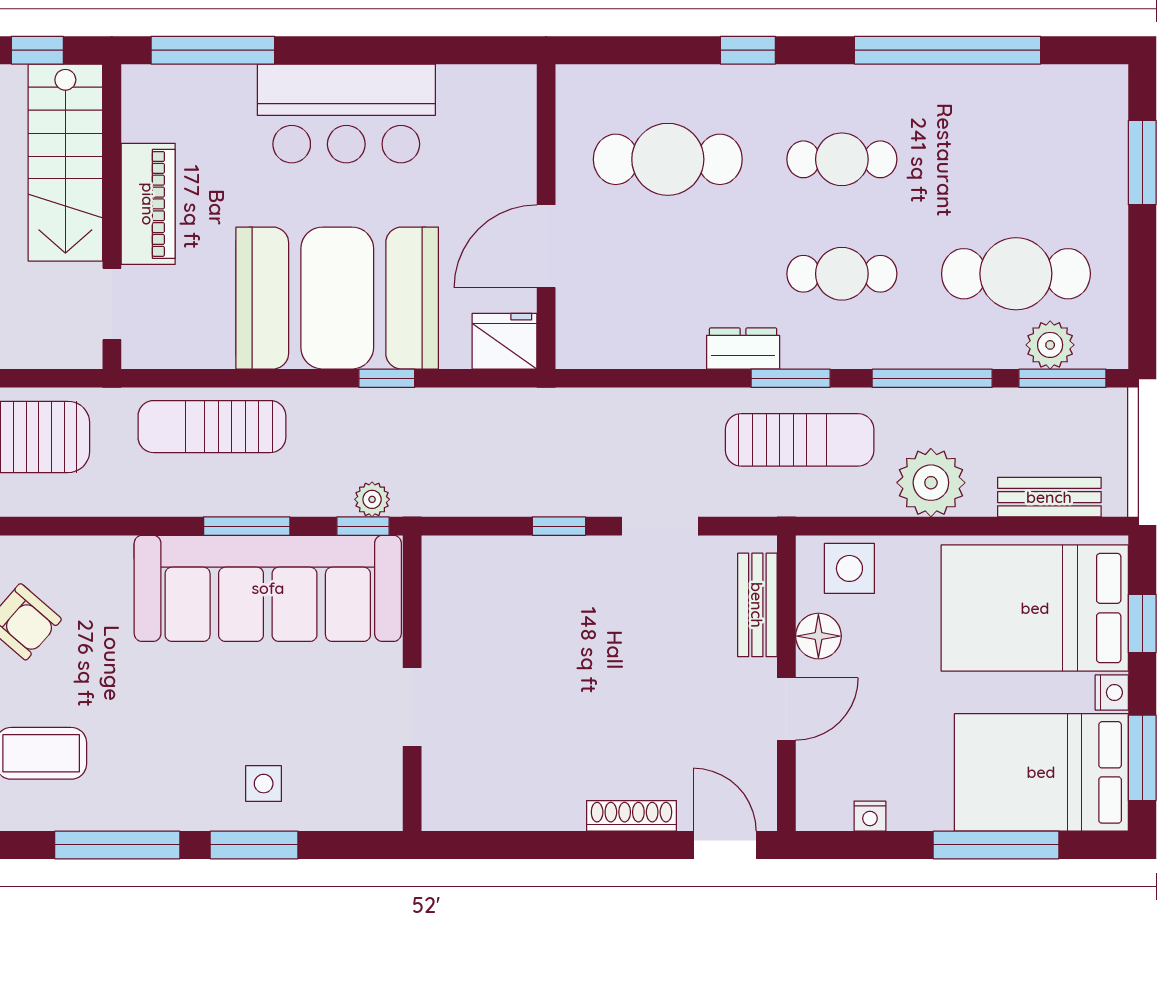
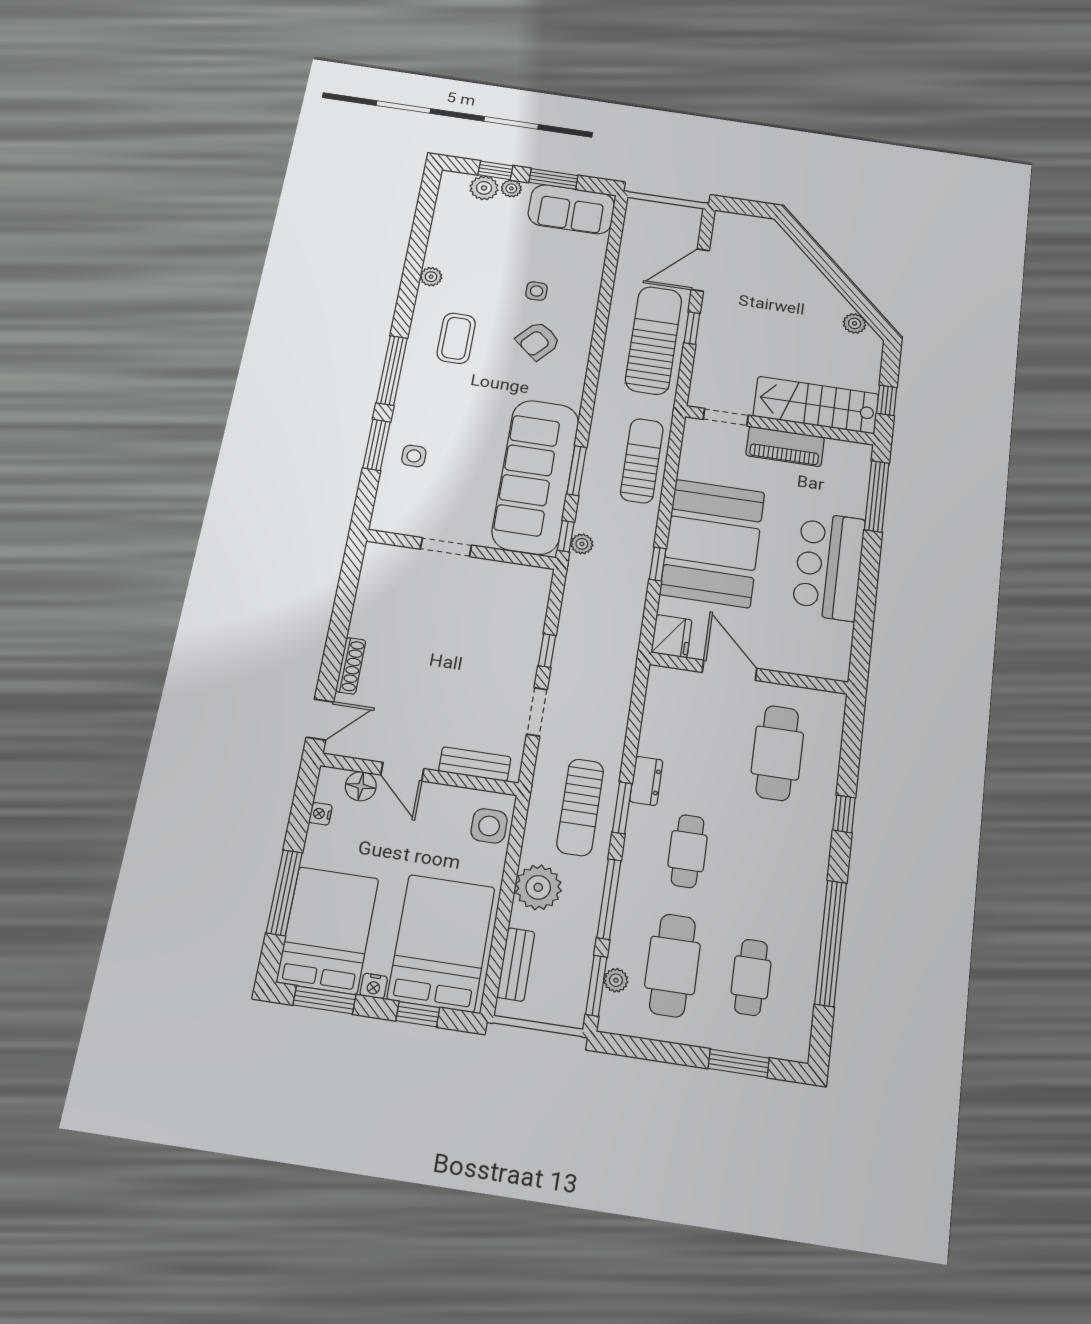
cafe table: (842, 159) -> (751, 977), moved
plant: (1050, 345) -> (616, 980), width x0.73, depth x0.73
floor lamp: (818, 636) -> (361, 786), moved

